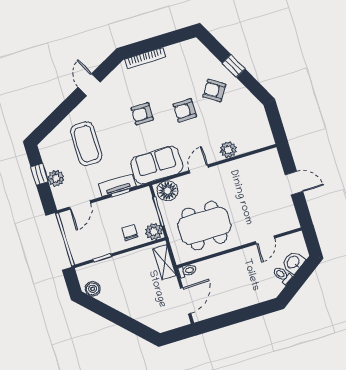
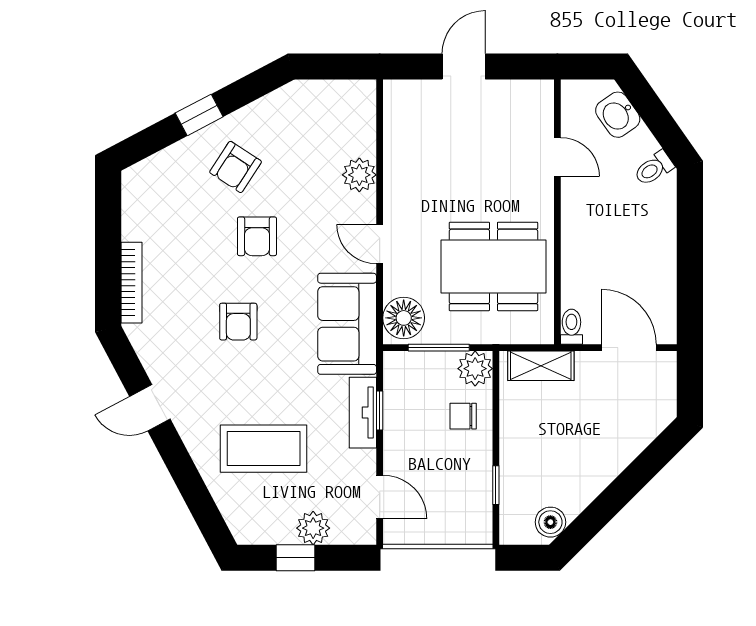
dining table: (204, 226) -> (493, 266), turned 90
toilet: (282, 275) -> (654, 168), moved

